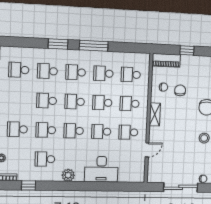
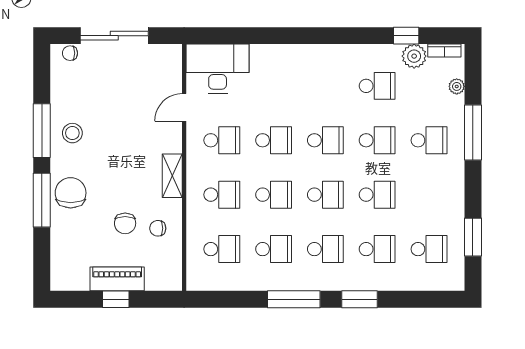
piano: (166, 60) -> (117, 279), moved
desk: (101, 169) -> (218, 69), moved
plant: (68, 175) -> (414, 56), moved

